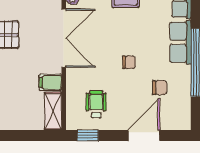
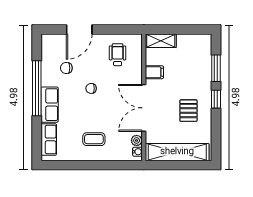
wheelchair: (96, 104) -> (118, 55), turned 180
shelving: (53, 111) -> (161, 41), moved, turned 90
window: (88, 135) -> (124, 29), removed

